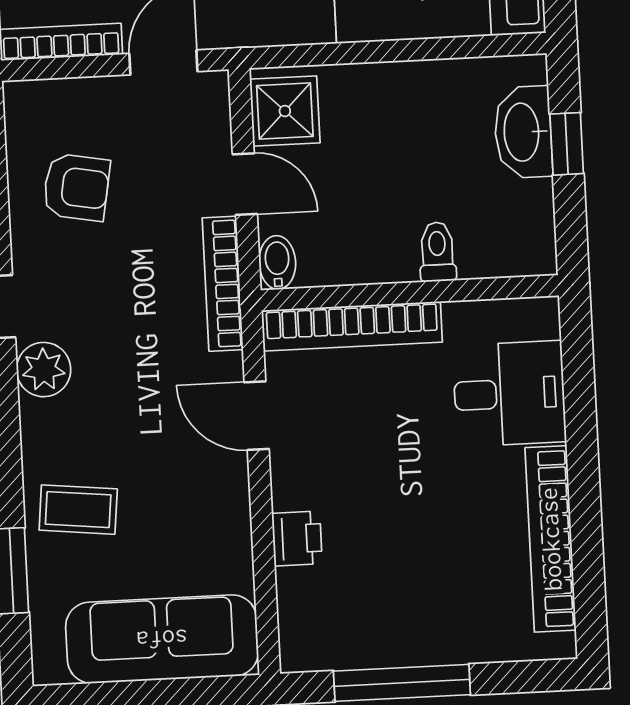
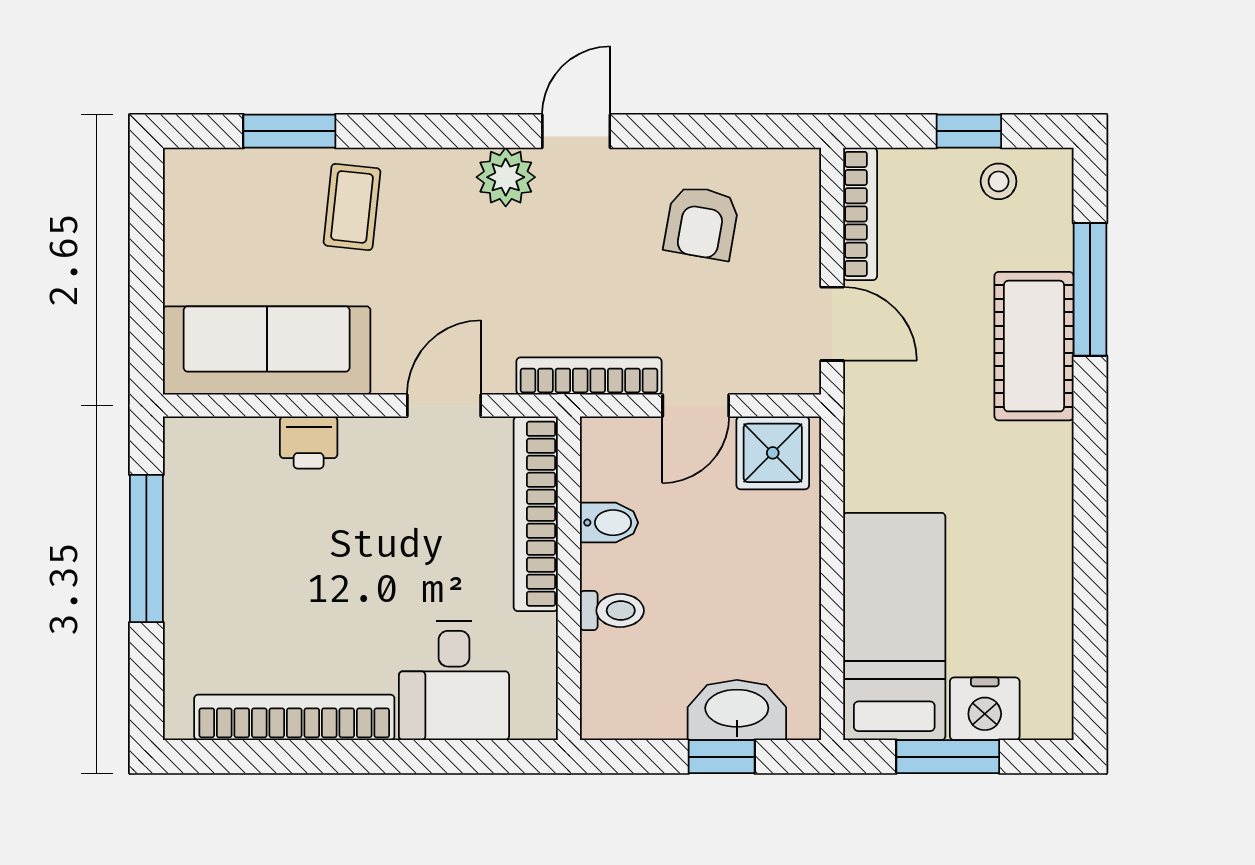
bidet: (277, 262) -> (609, 523), moved
sofa: (162, 639) -> (267, 350), moved, turned -90

